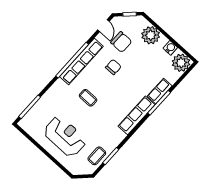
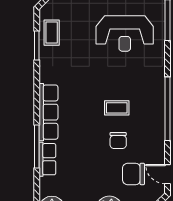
row of seats: (81, 61) -> (157, 116), removed
coffee table: (88, 98) -> (117, 108), moved
reception desk: (65, 136) -> (125, 33), moved

